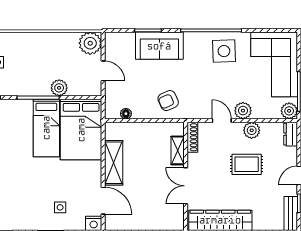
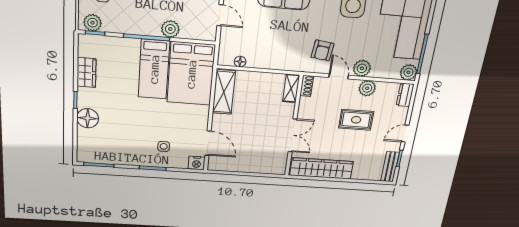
armchair: (168, 101) -> (322, 50), moved, turned -59
shoe rack: (192, 137) -> (307, 86), width x0.70
shelving: (178, 150) -> (291, 88), moved
shelving: (114, 163) -> (224, 92), moved
double door: (186, 186) -> (292, 135), swing flipped

